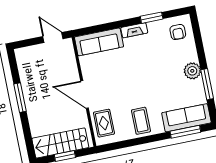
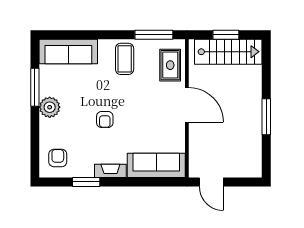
armchair: (147, 70) -> (105, 120), added
window: (185, 132) -> (154, 35), moved

